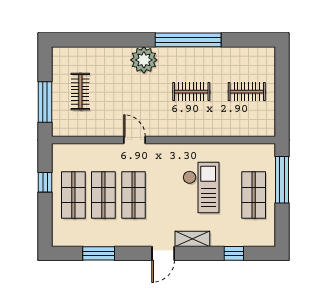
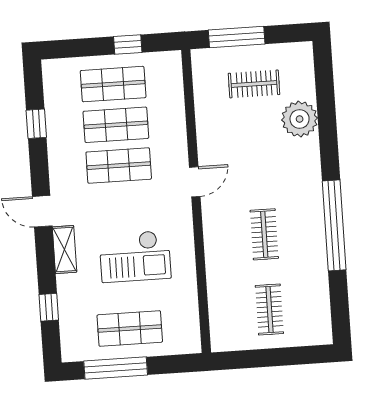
plant: (144, 60) -> (300, 119), moved
door: (134, 140) -> (195, 182), moved
window: (282, 180) -> (116, 368), moved
window: (99, 253) -> (36, 124), width x0.67

